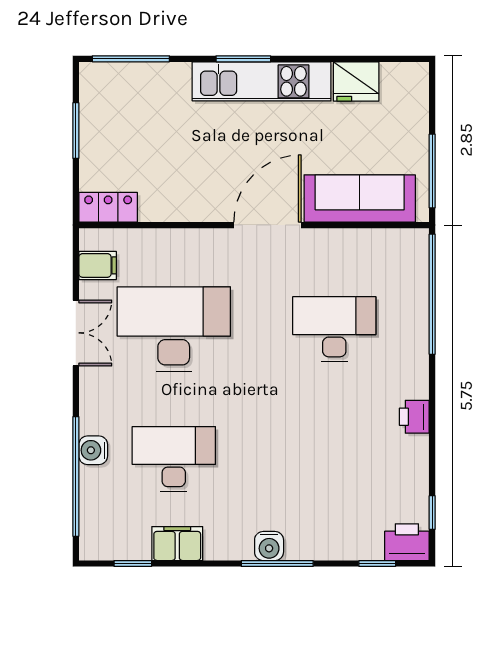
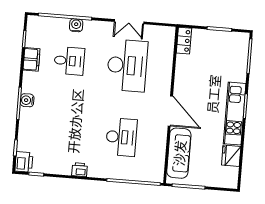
filing cabinet: (98, 265) -> (158, 34), removed
desk: (174, 459) -> (69, 61), width x0.73

